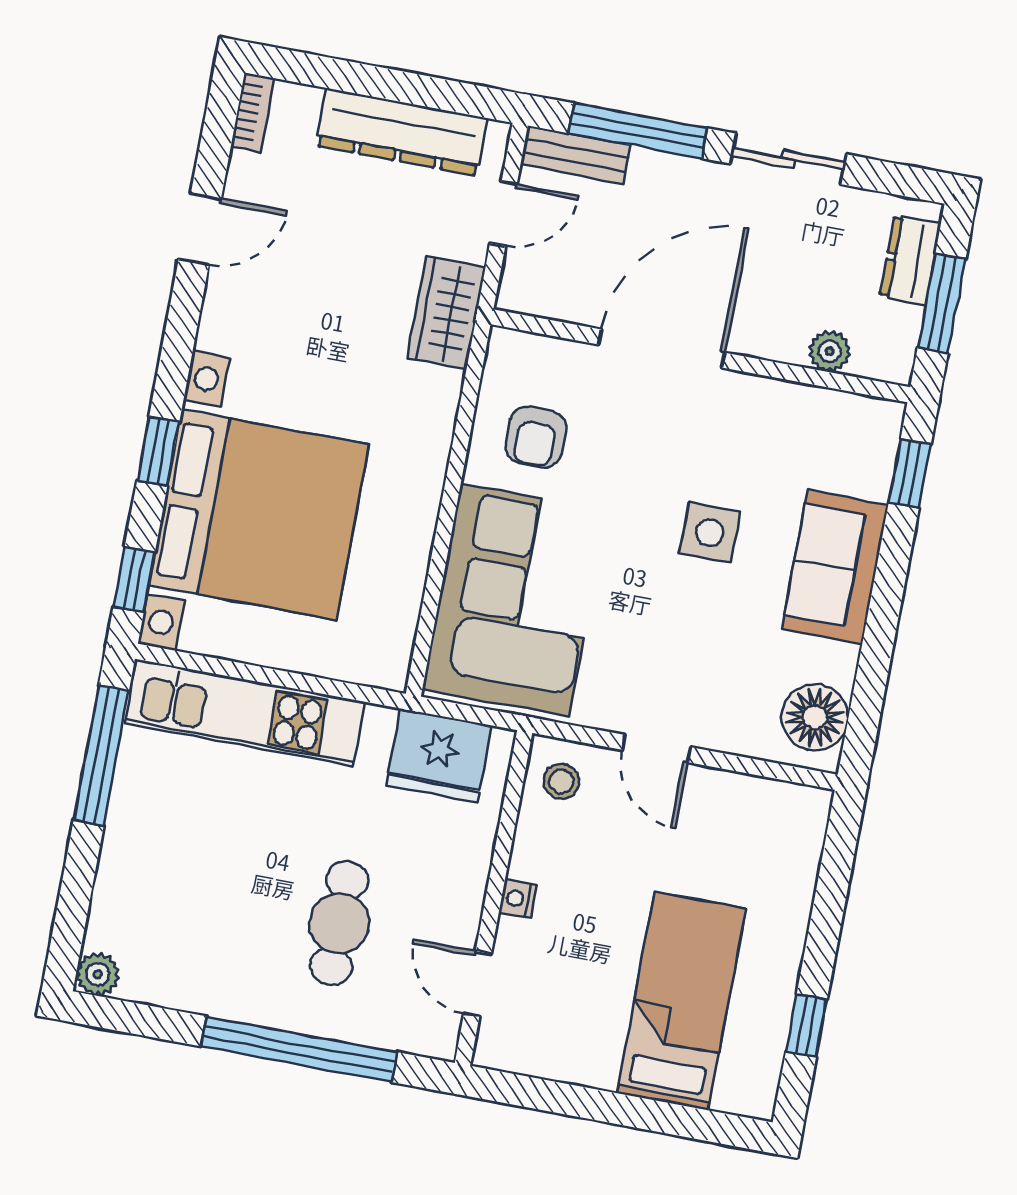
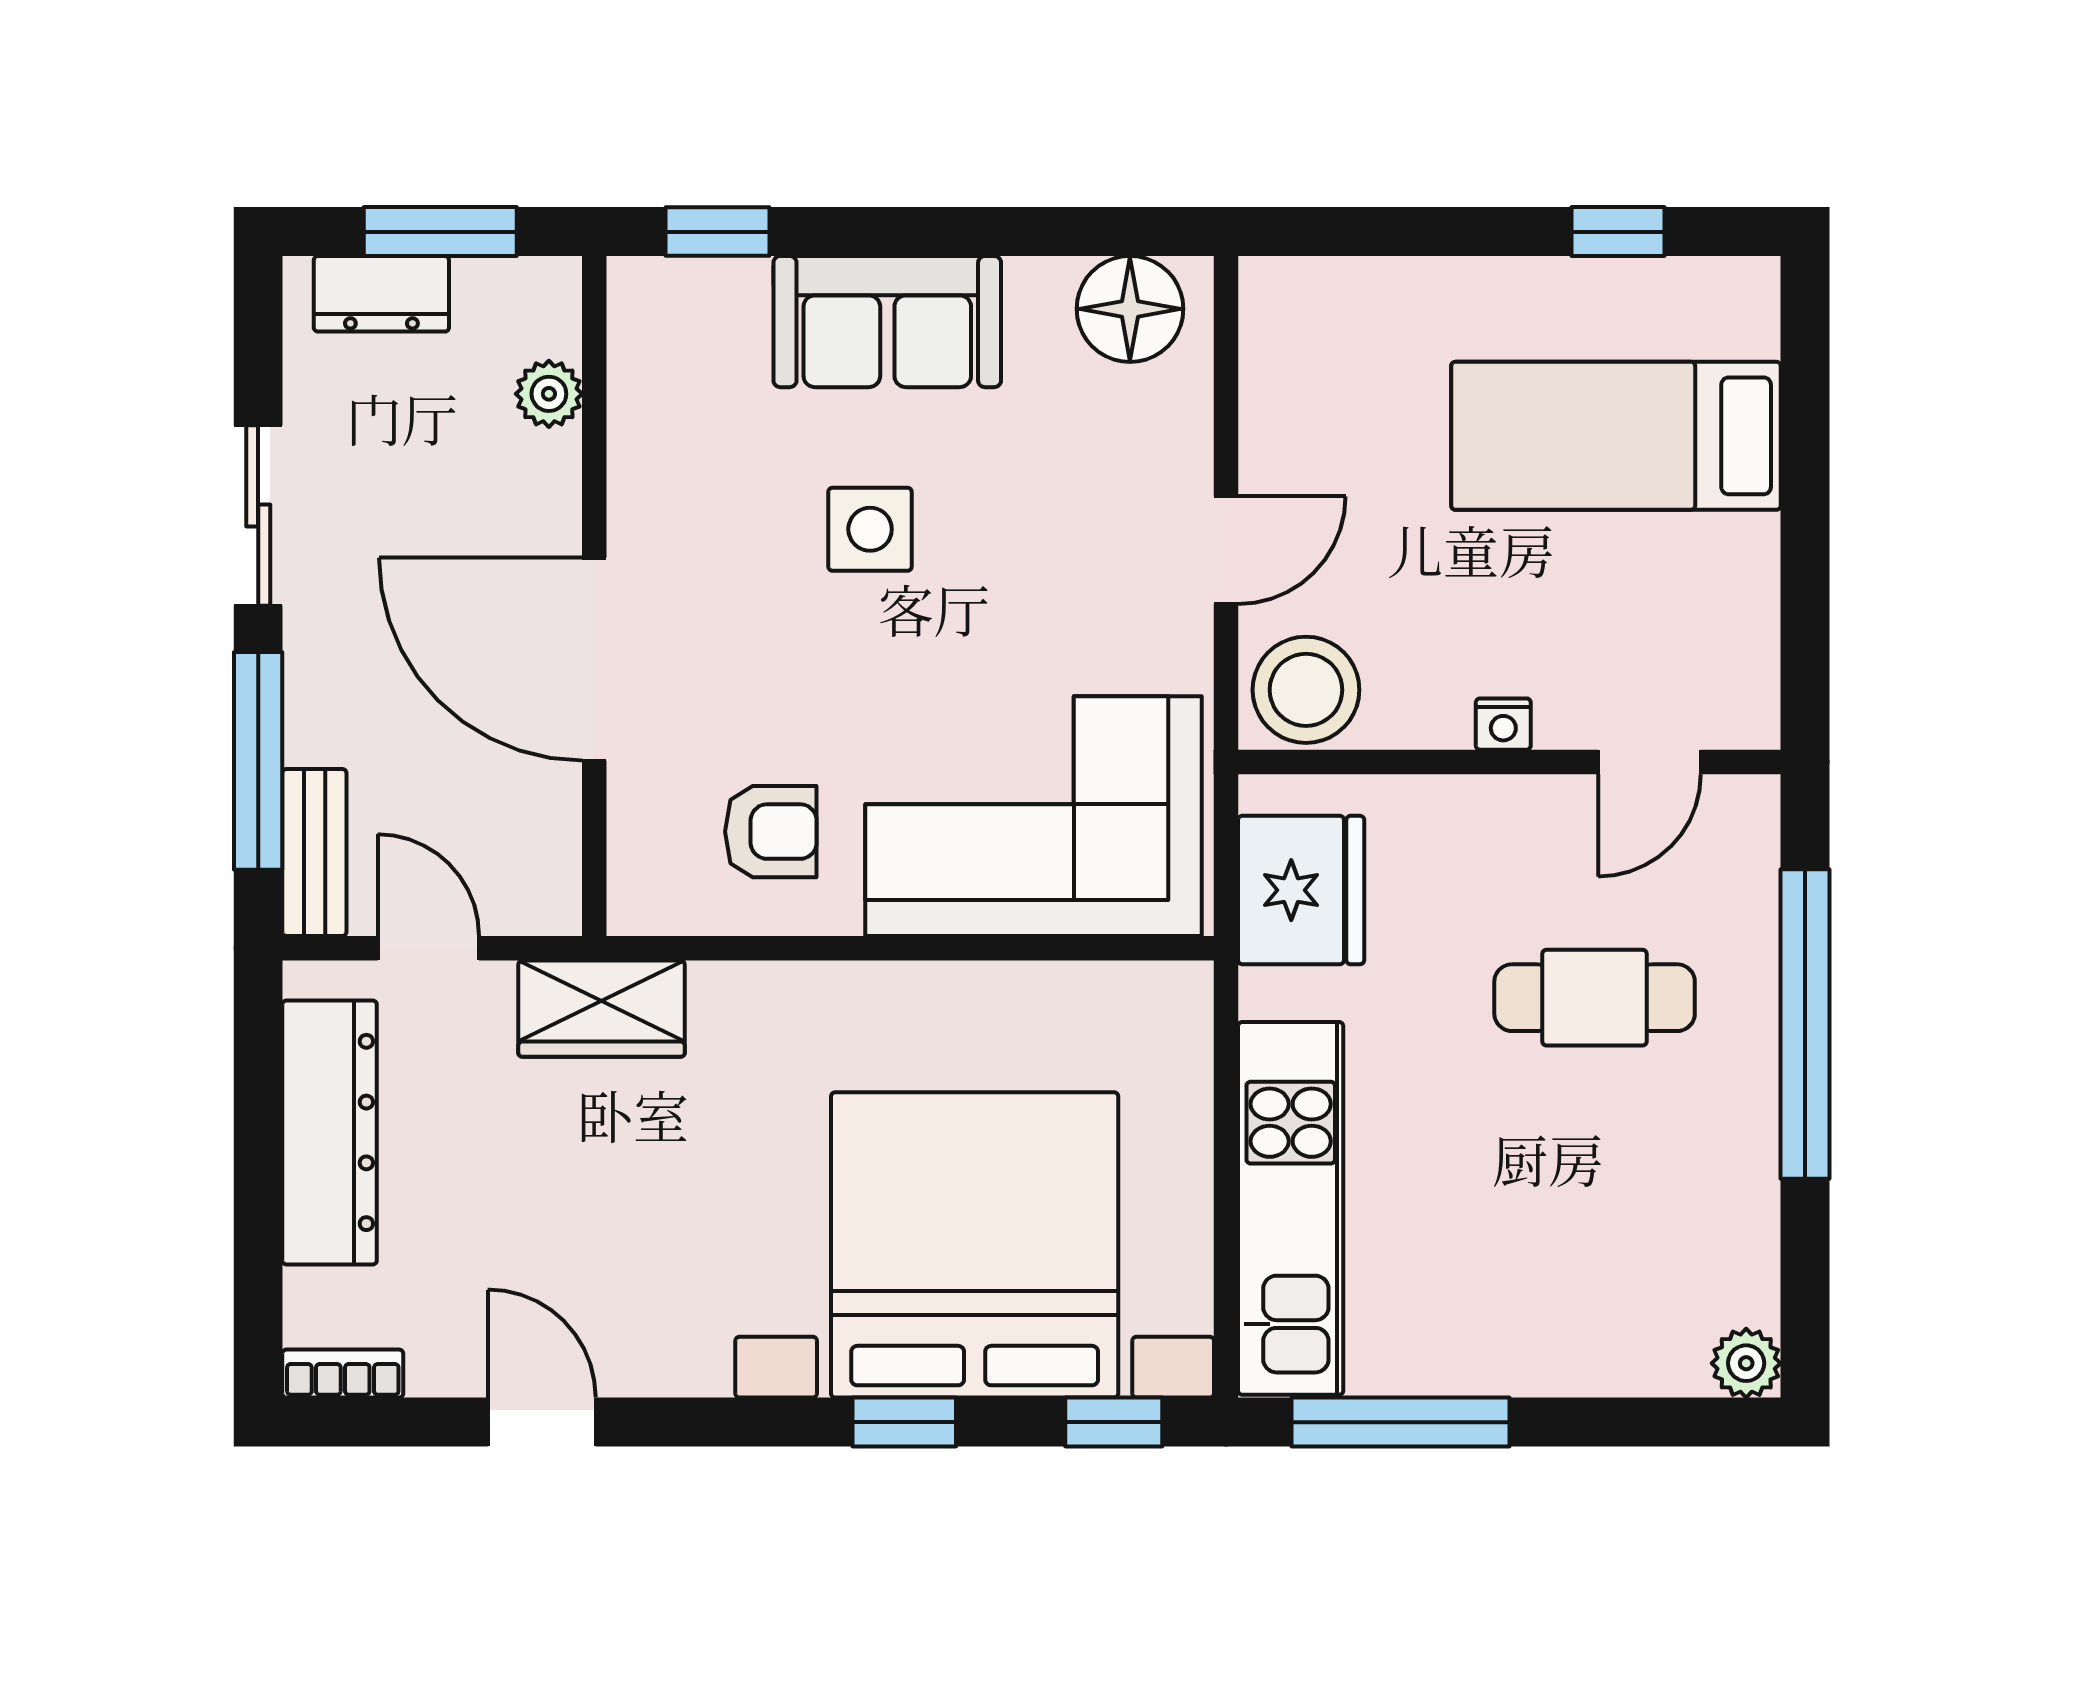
stool: (561, 782) -> (1306, 690), width x1.89, depth x1.89

